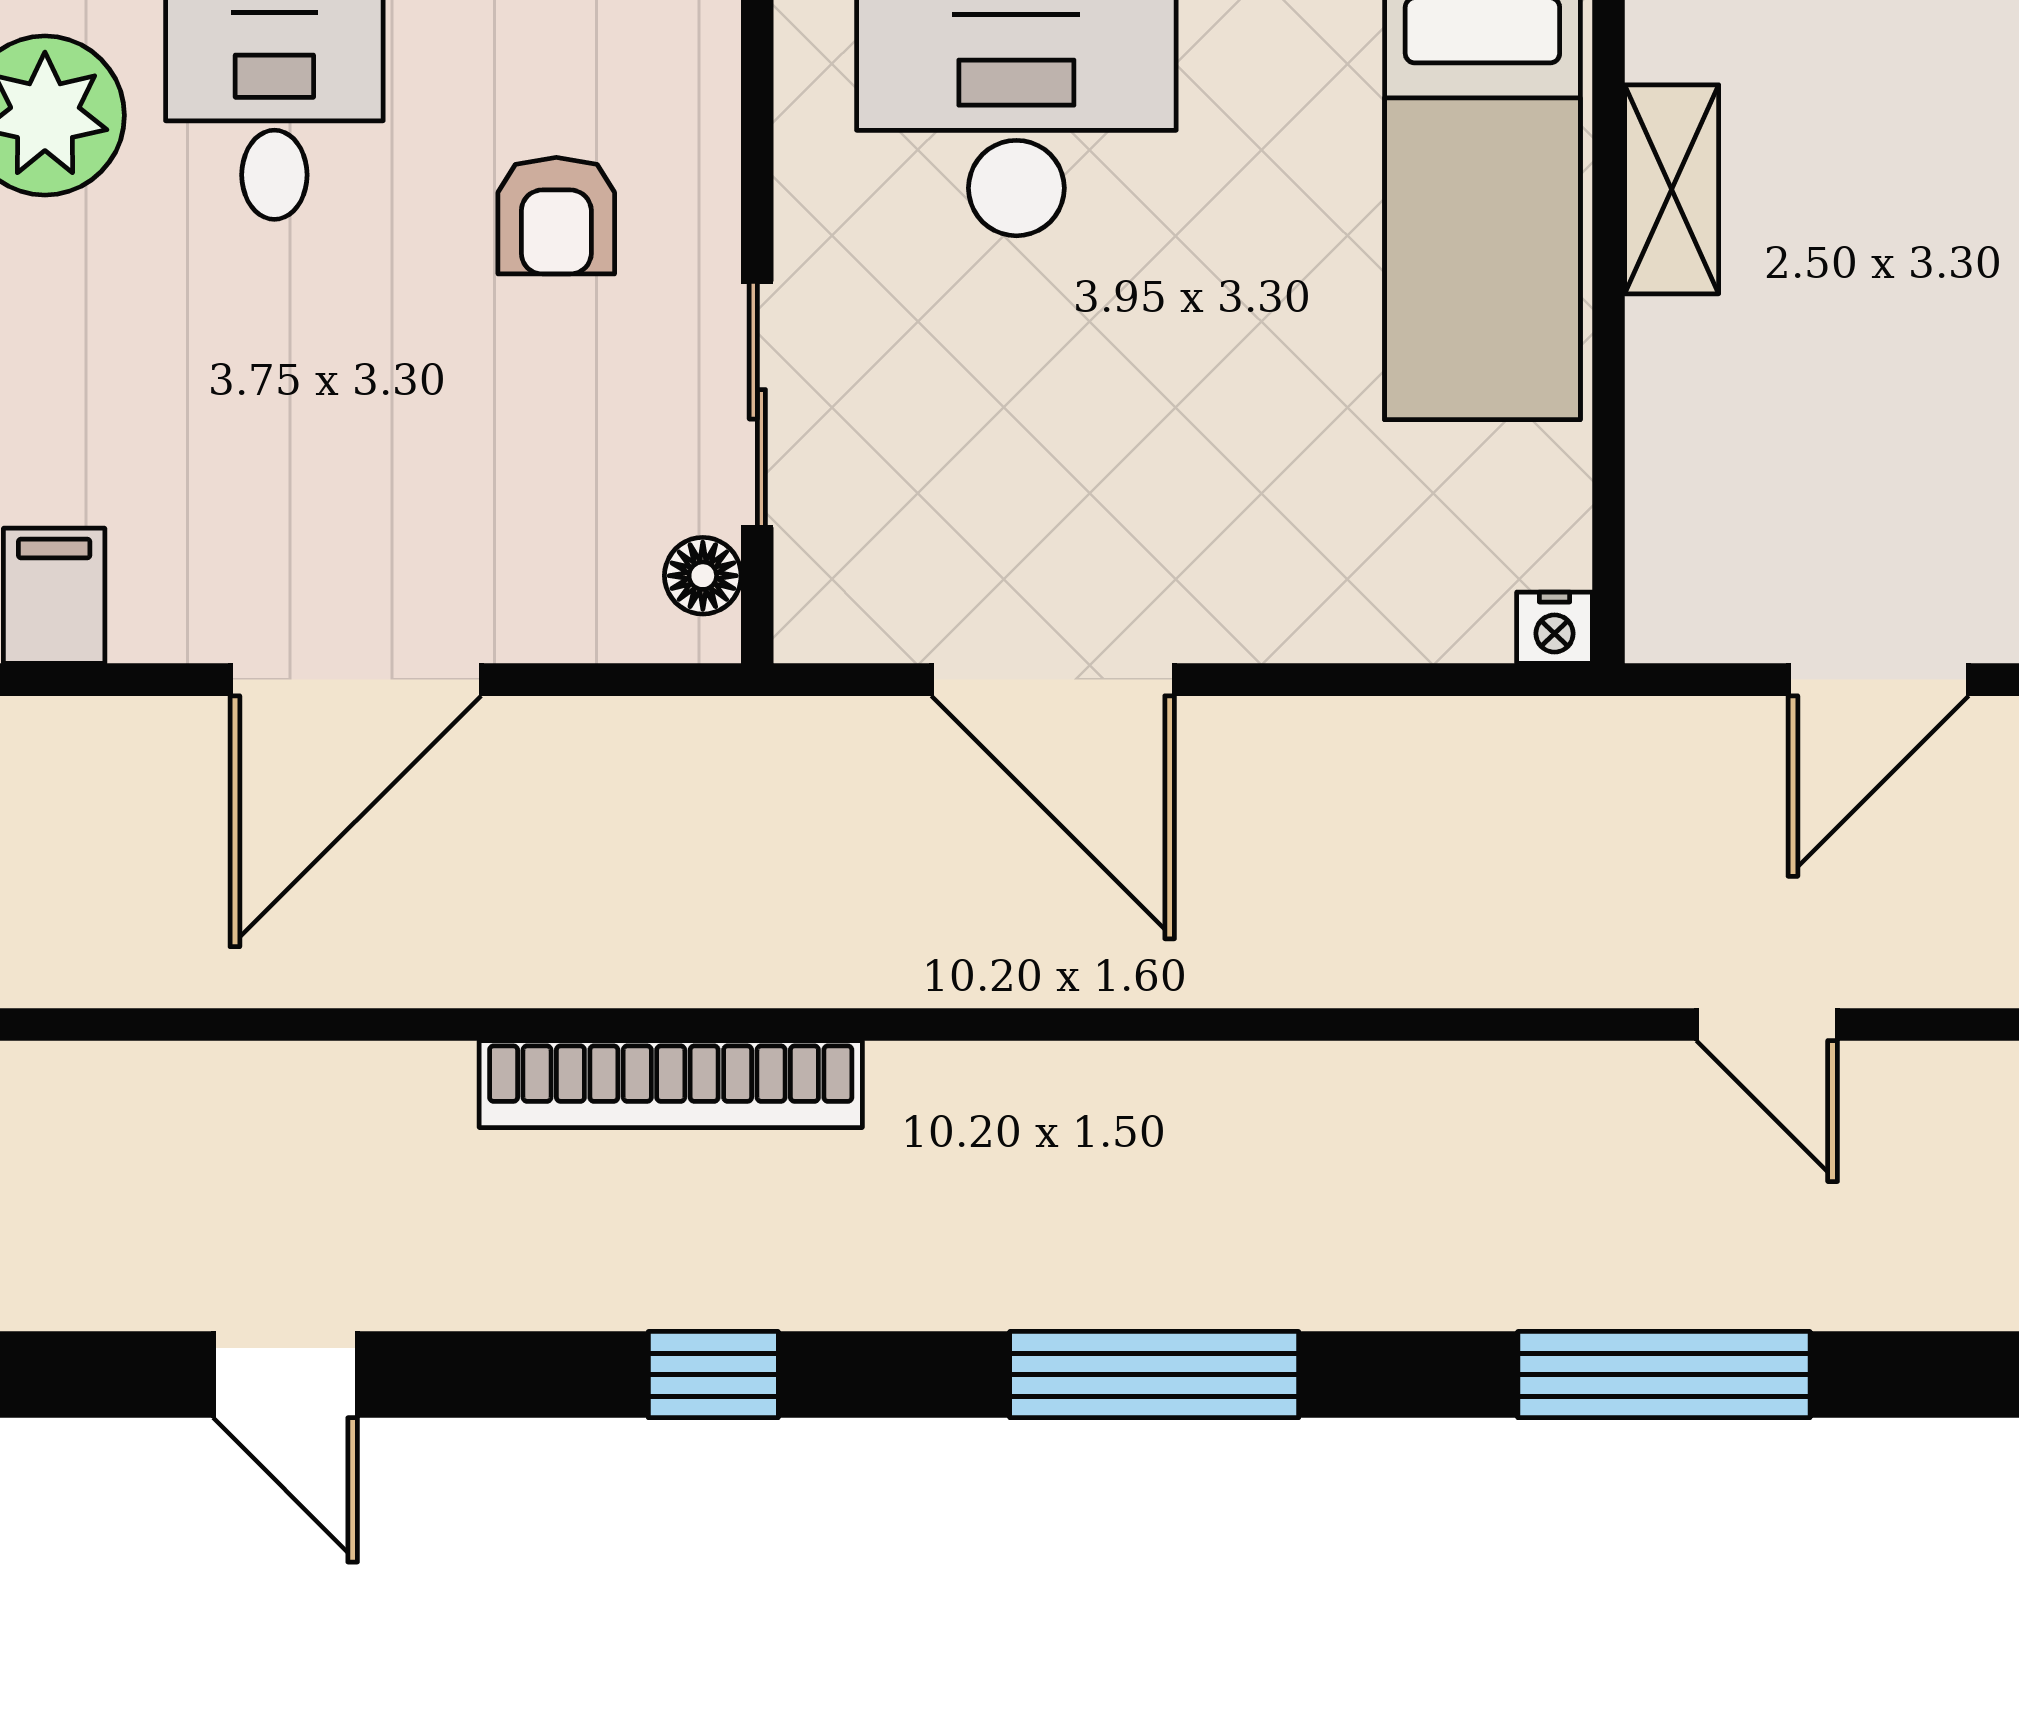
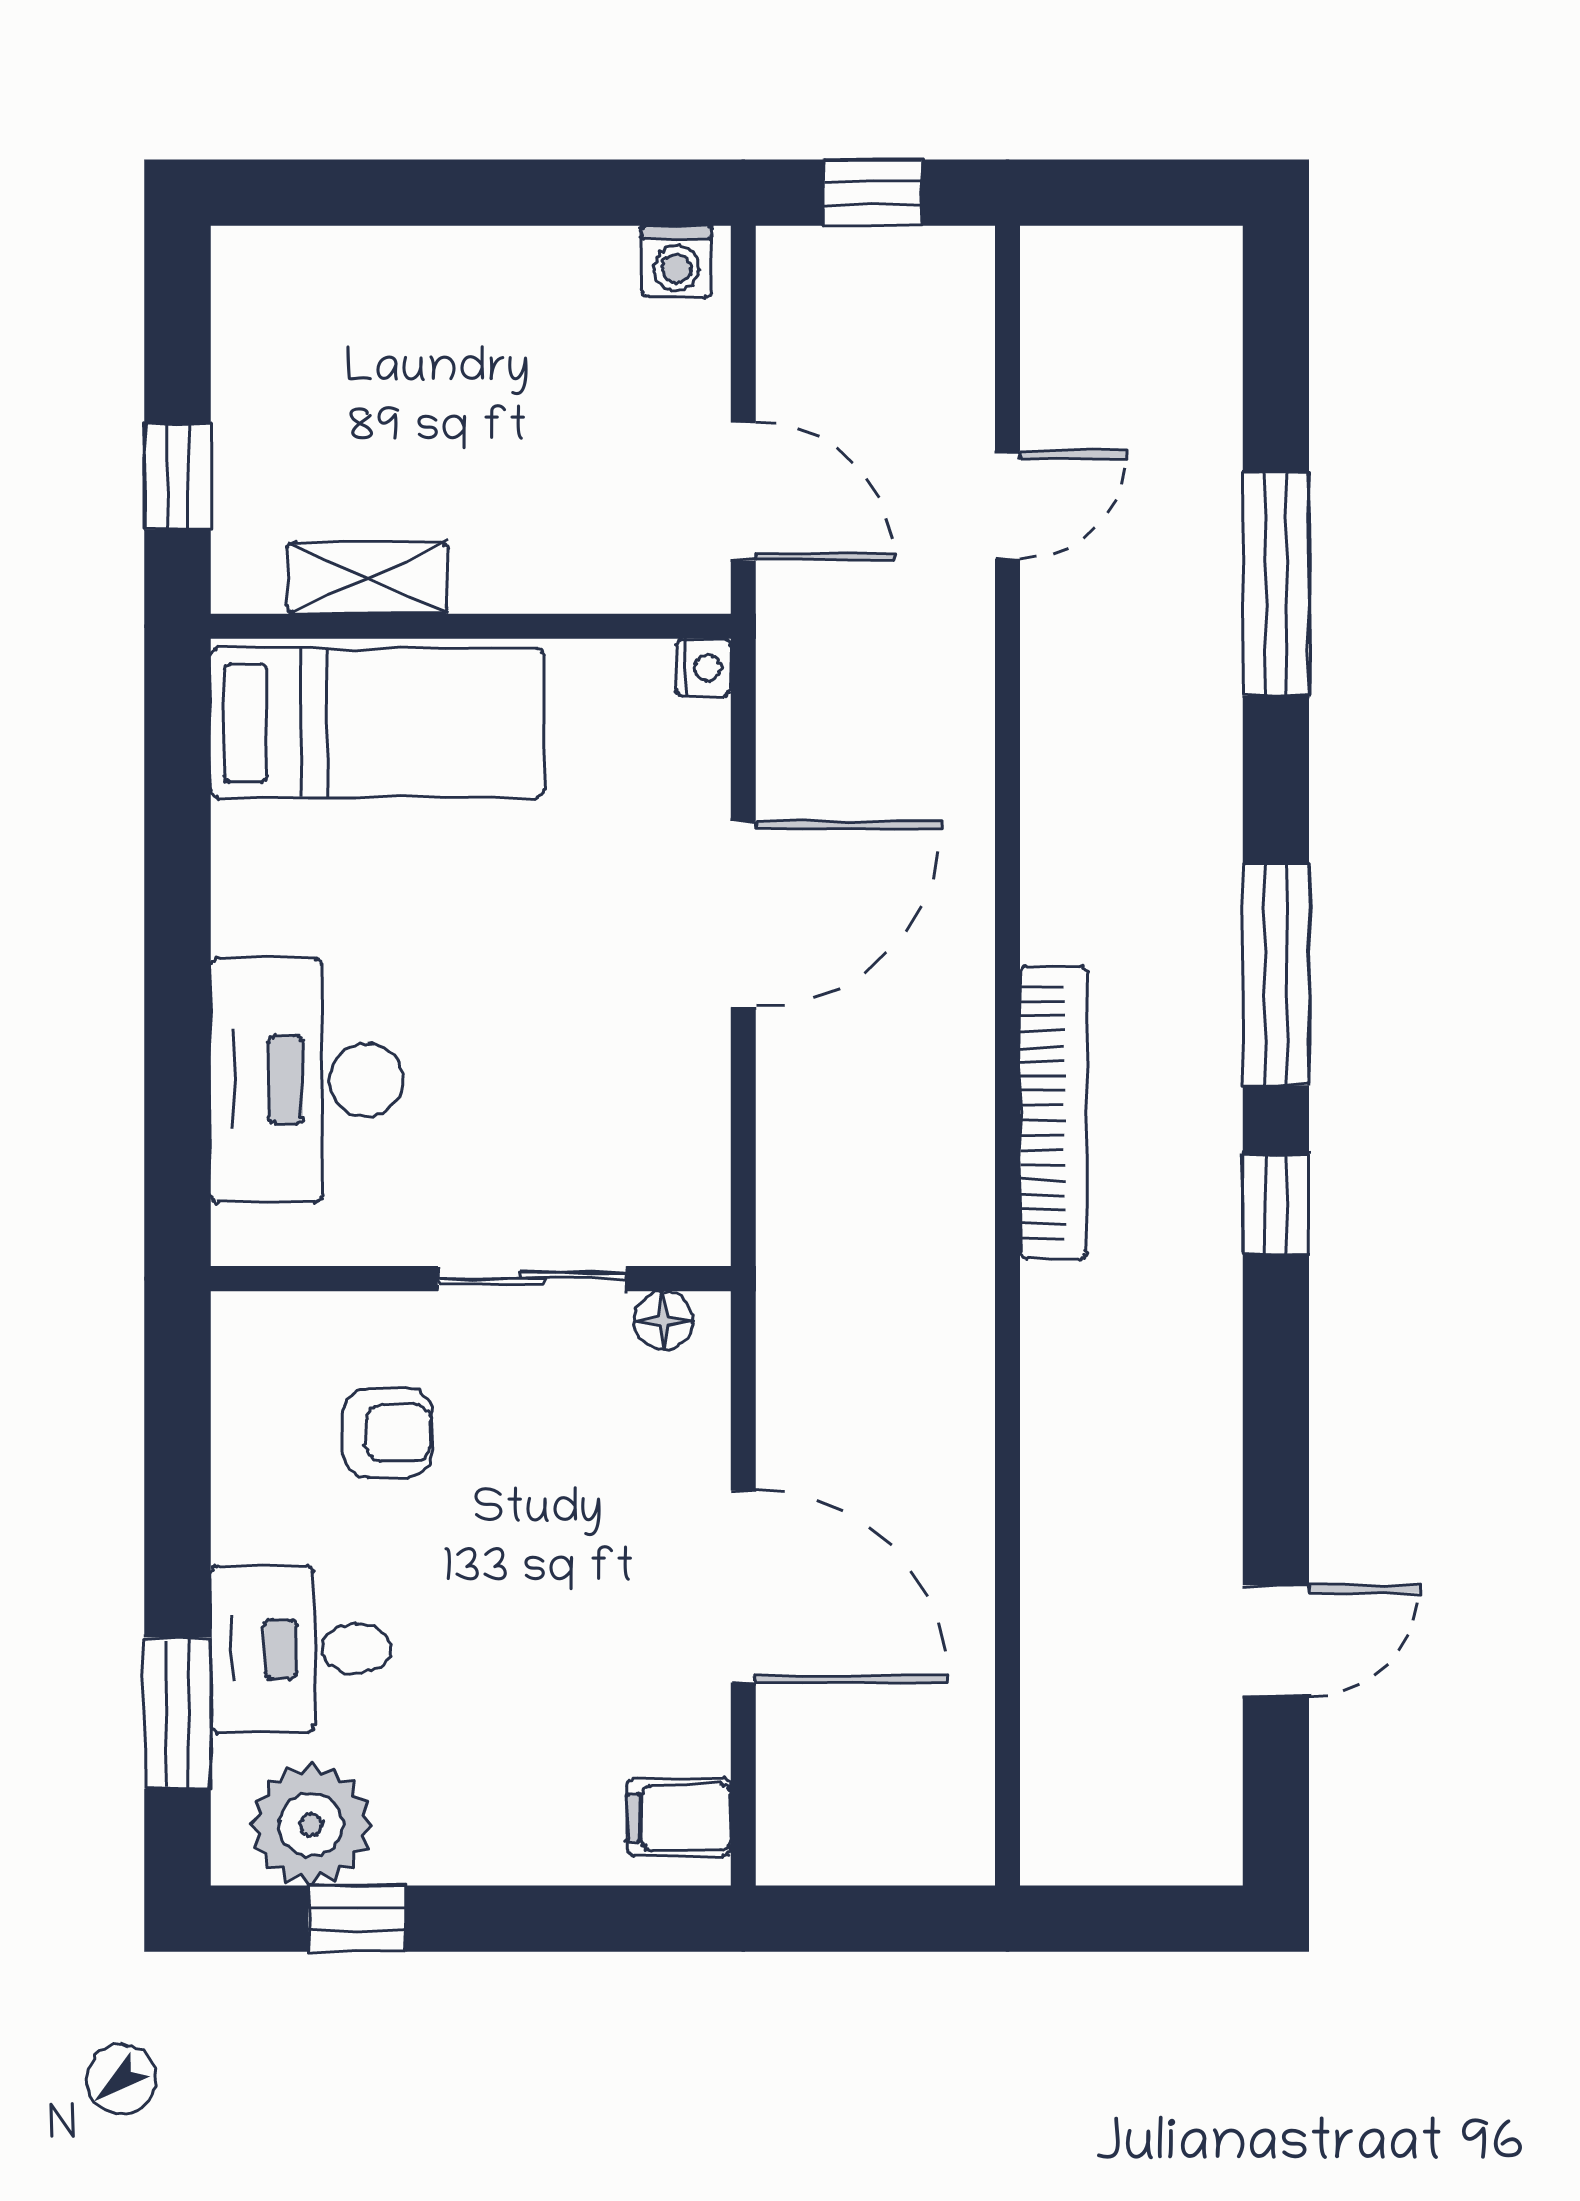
door: (1053, 680) -> (743, 914), moved
door: (1878, 680) -> (743, 491), moved
bookcase: (671, 1084) -> (1053, 1113), moved
window: (713, 1375) -> (1276, 1204), moved

